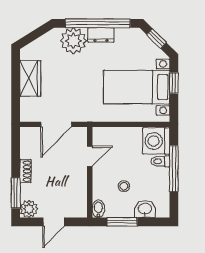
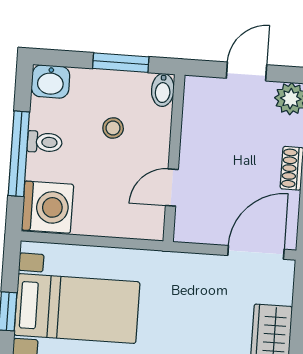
door: (56, 124) -> (256, 252), moved
toilet: (160, 161) -> (45, 142), moved
washbasin: (145, 209) -> (51, 81), moved

